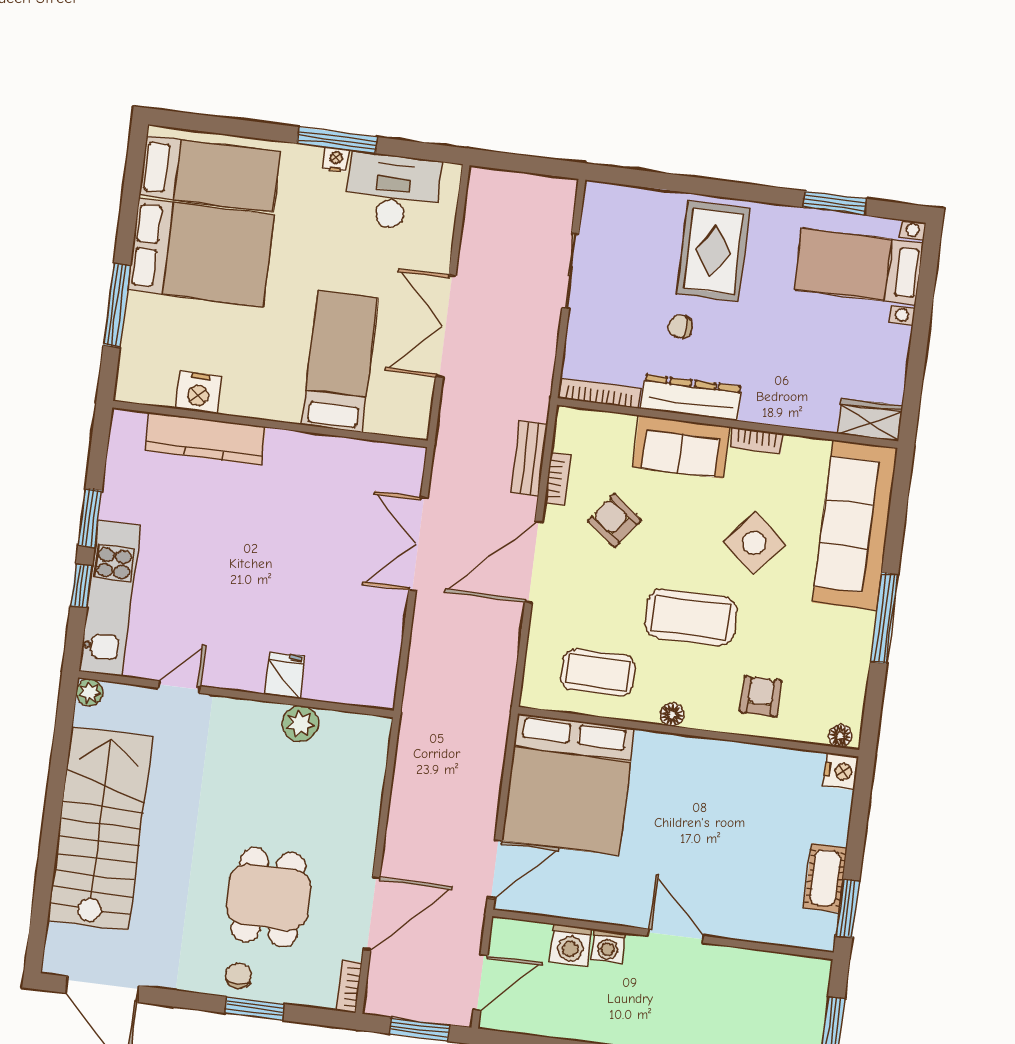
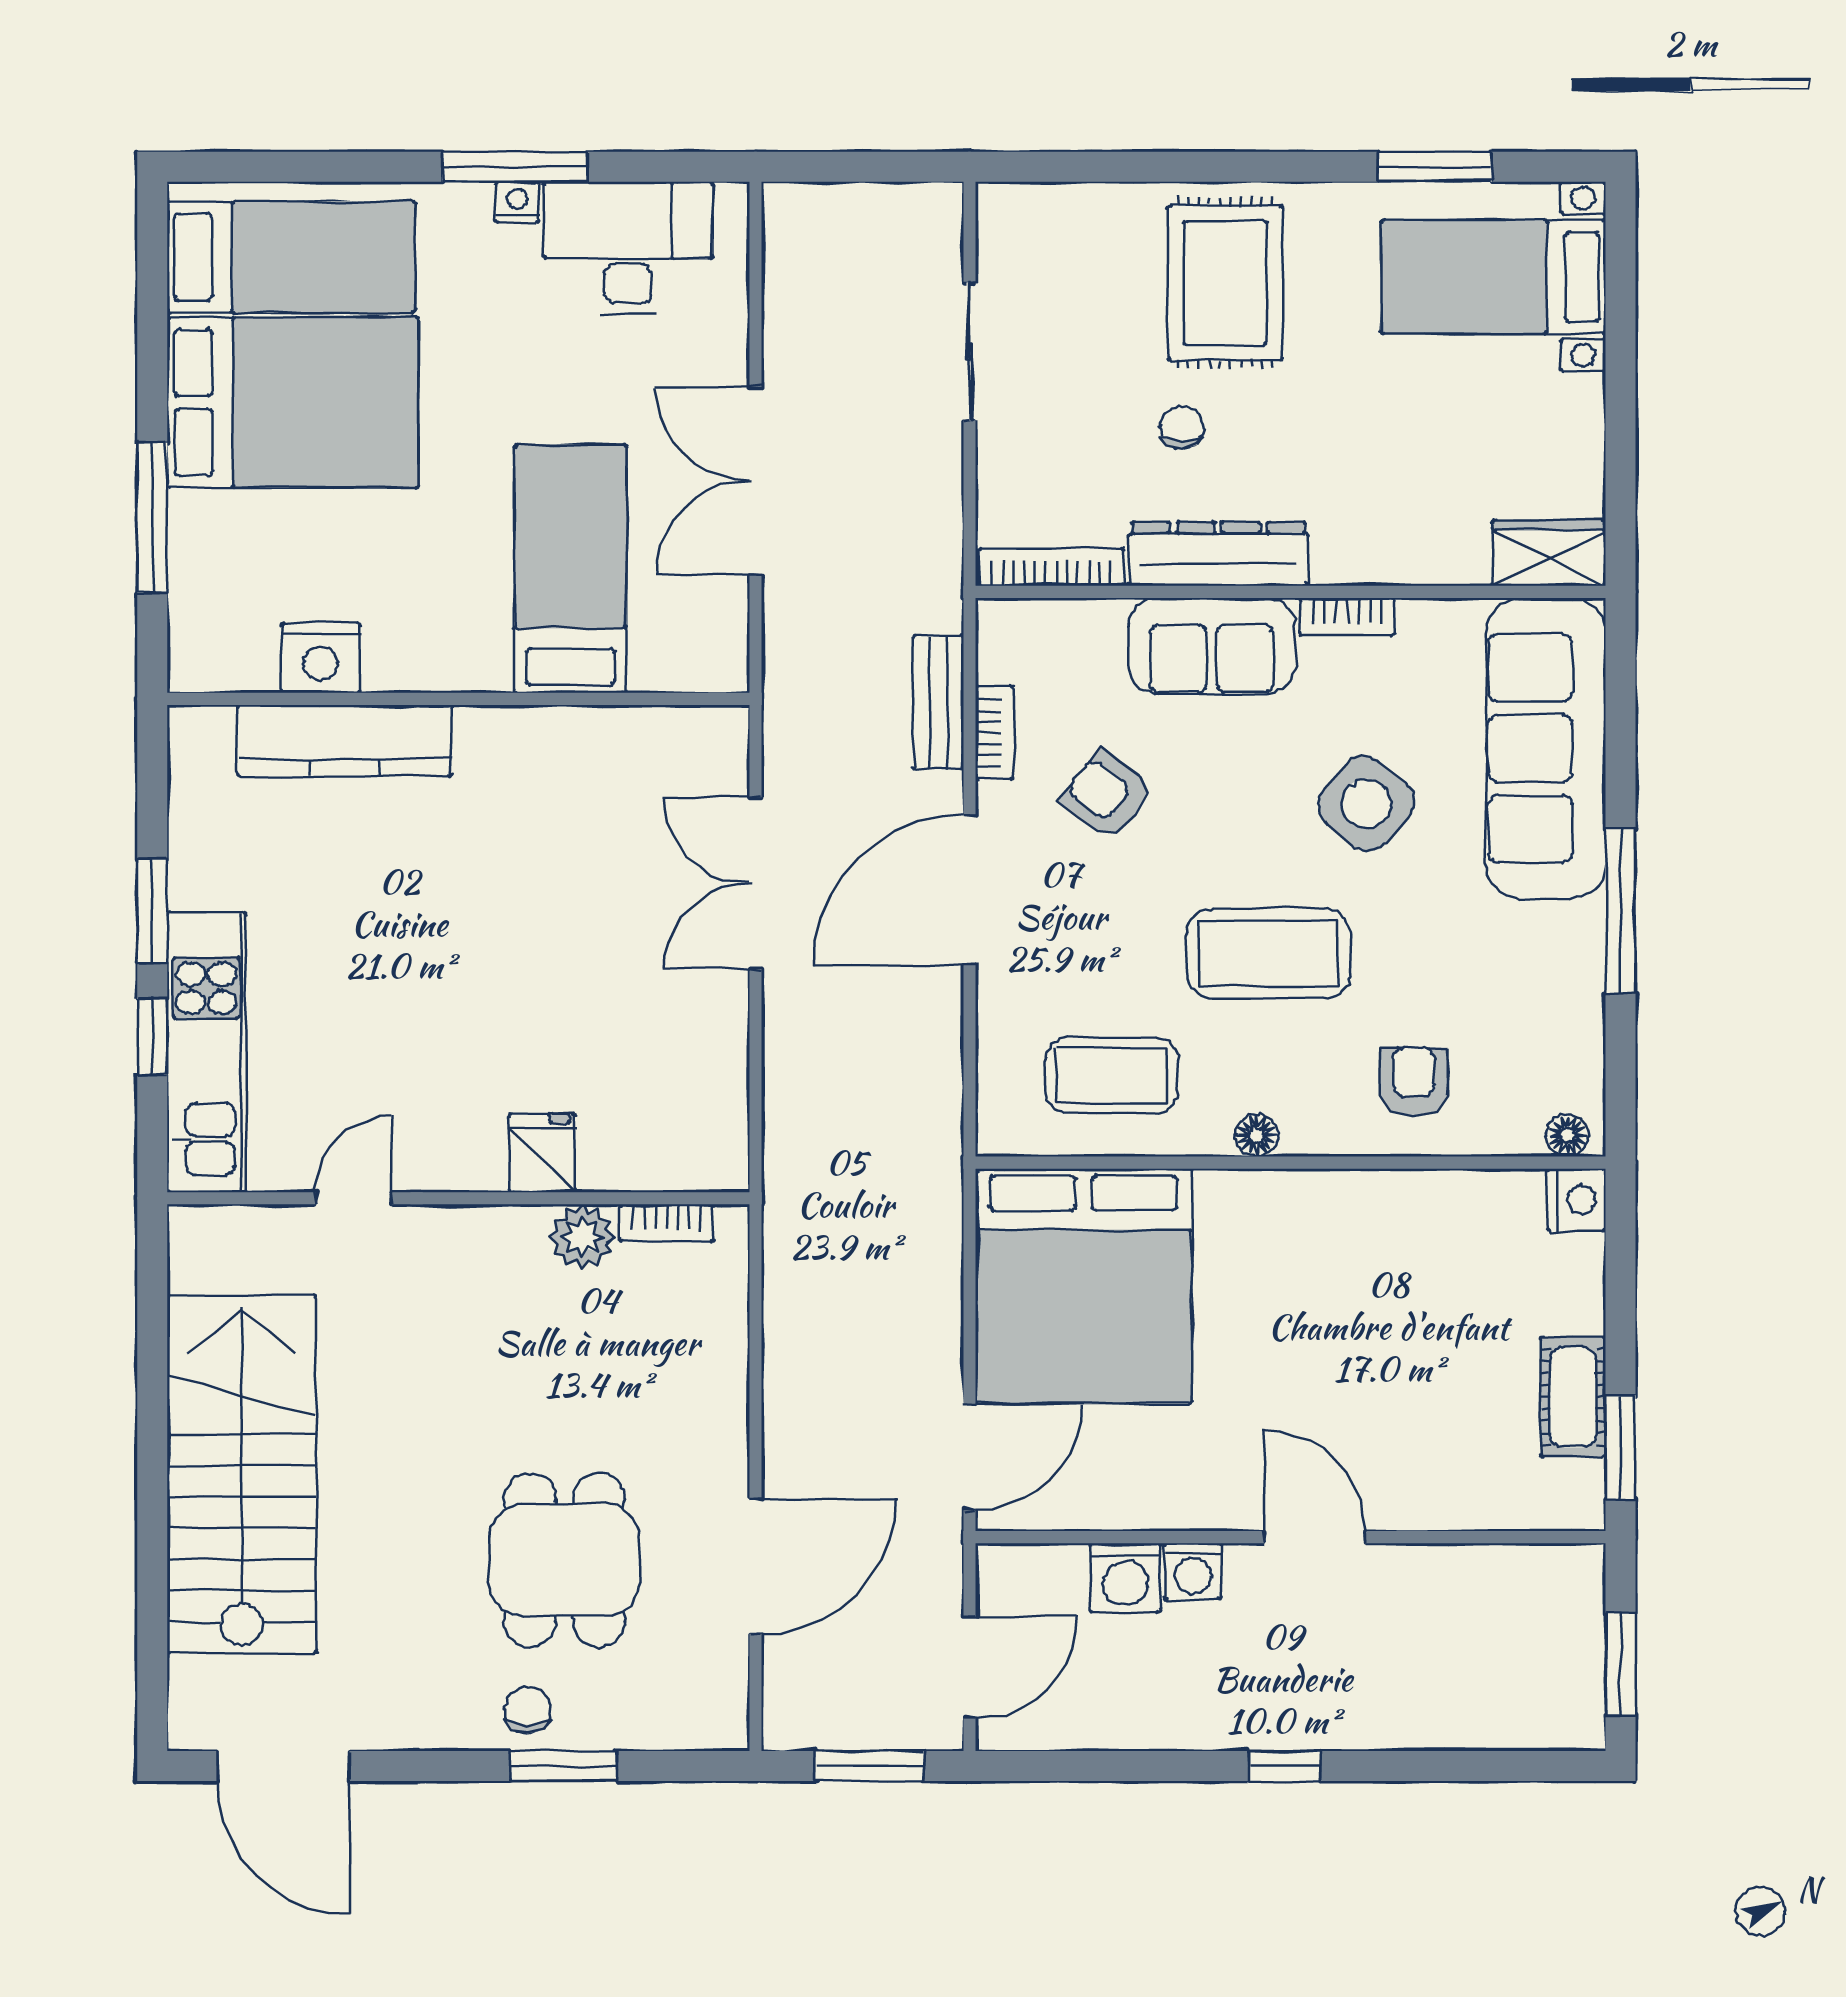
chair: (680, 327) -> (1182, 427), turned 90
plant: (90, 692) -> (192, 1229), removed
bookcase: (349, 987) -> (667, 1223), moved, turned -90

